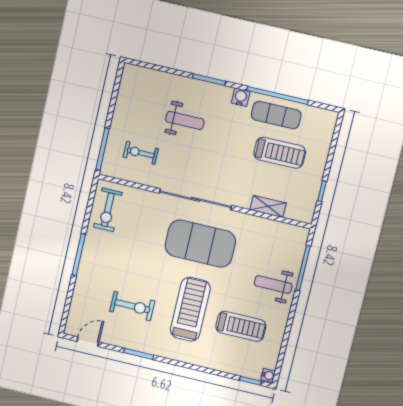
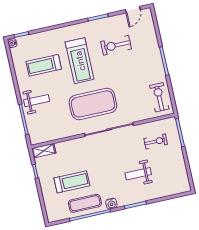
treadmill: (280, 153) -> (72, 182), turned 180
shelving: (268, 206) -> (44, 151), moved

